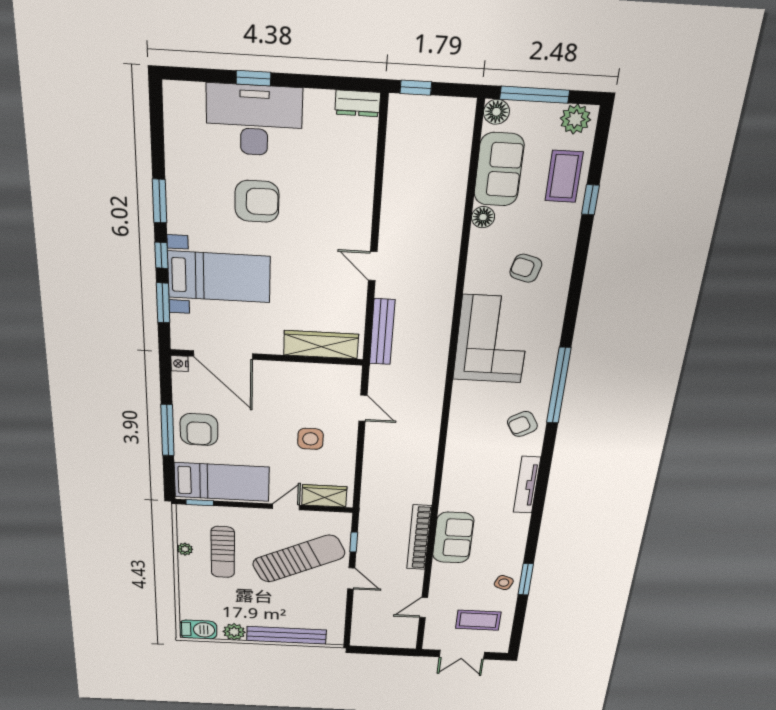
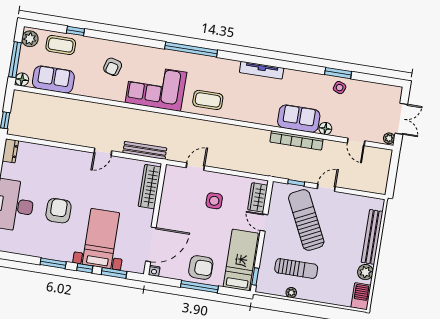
floor lamp: (483, 217) -> (325, 129), moved
armchair: (522, 424) -> (216, 72), removed
coffee table: (478, 620) -> (208, 100), moved, turned 90
plant: (432, 644) -> (389, 138), added

